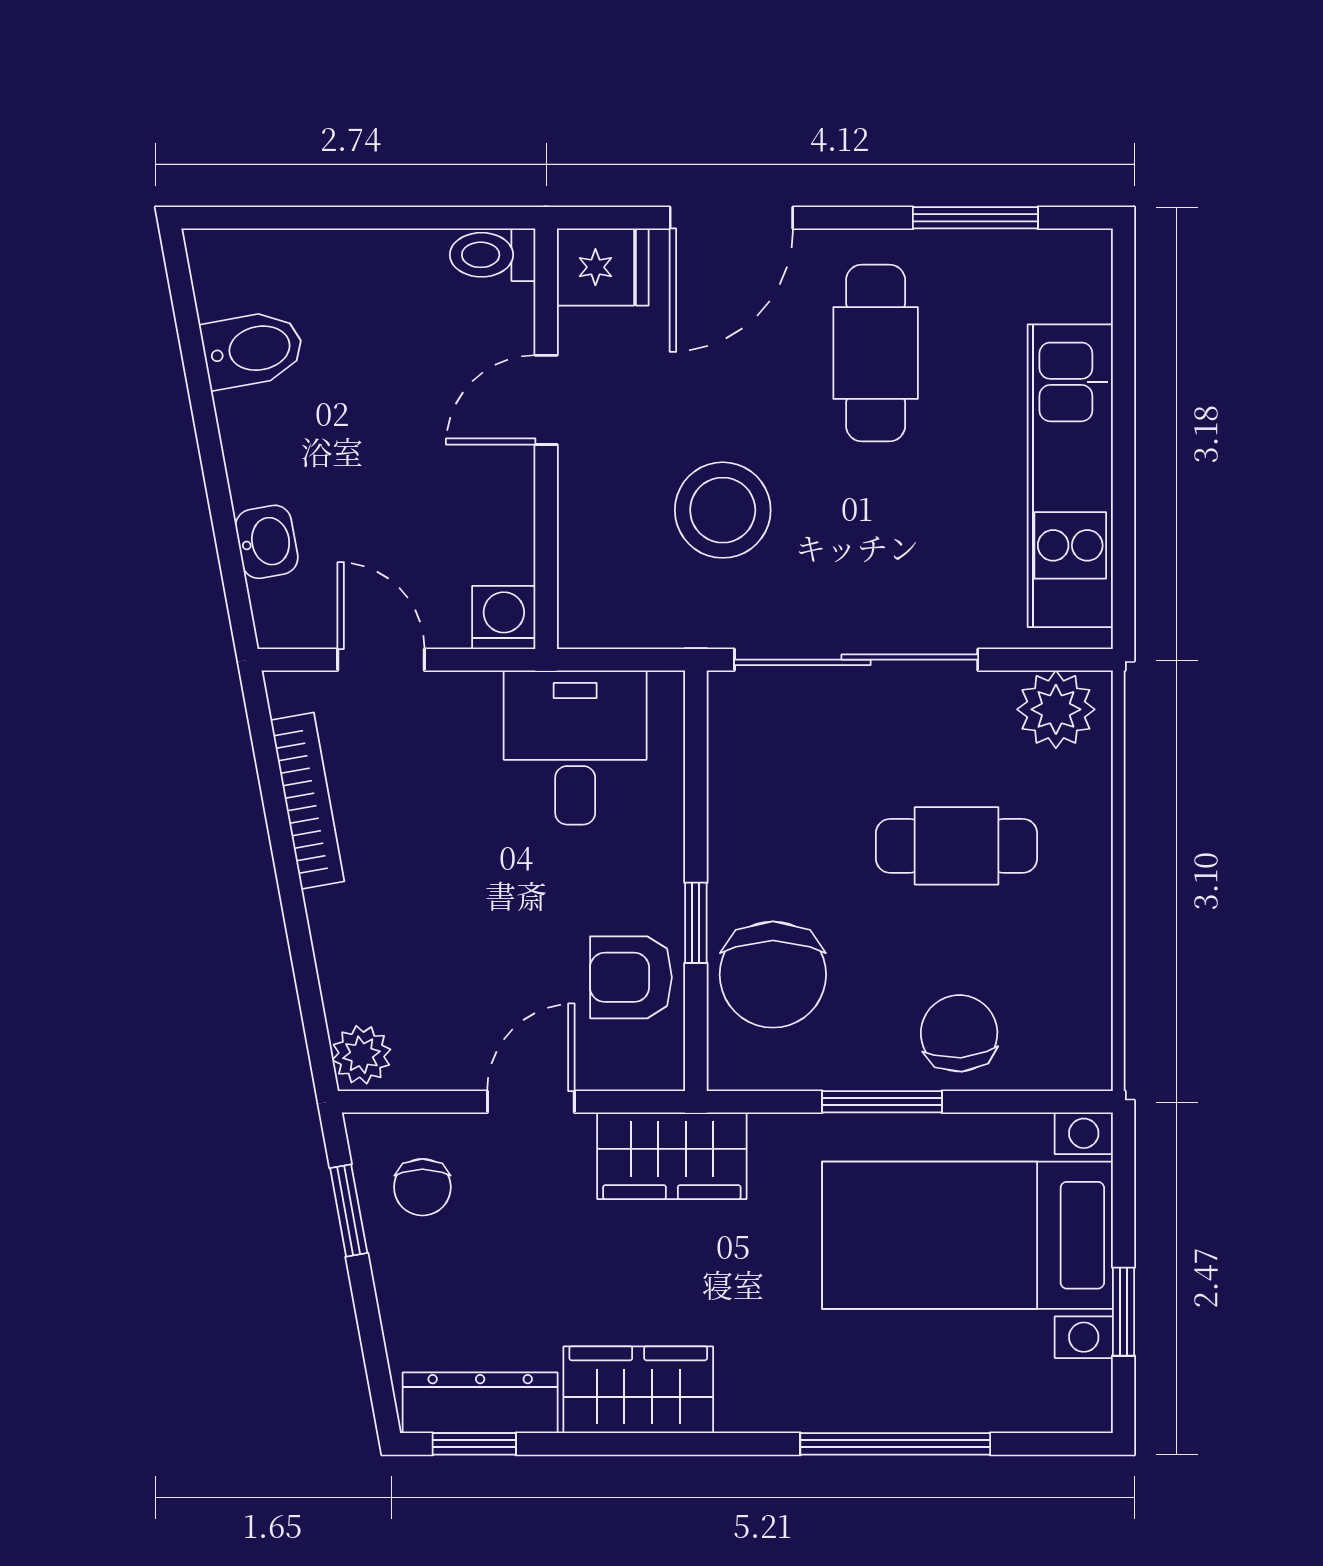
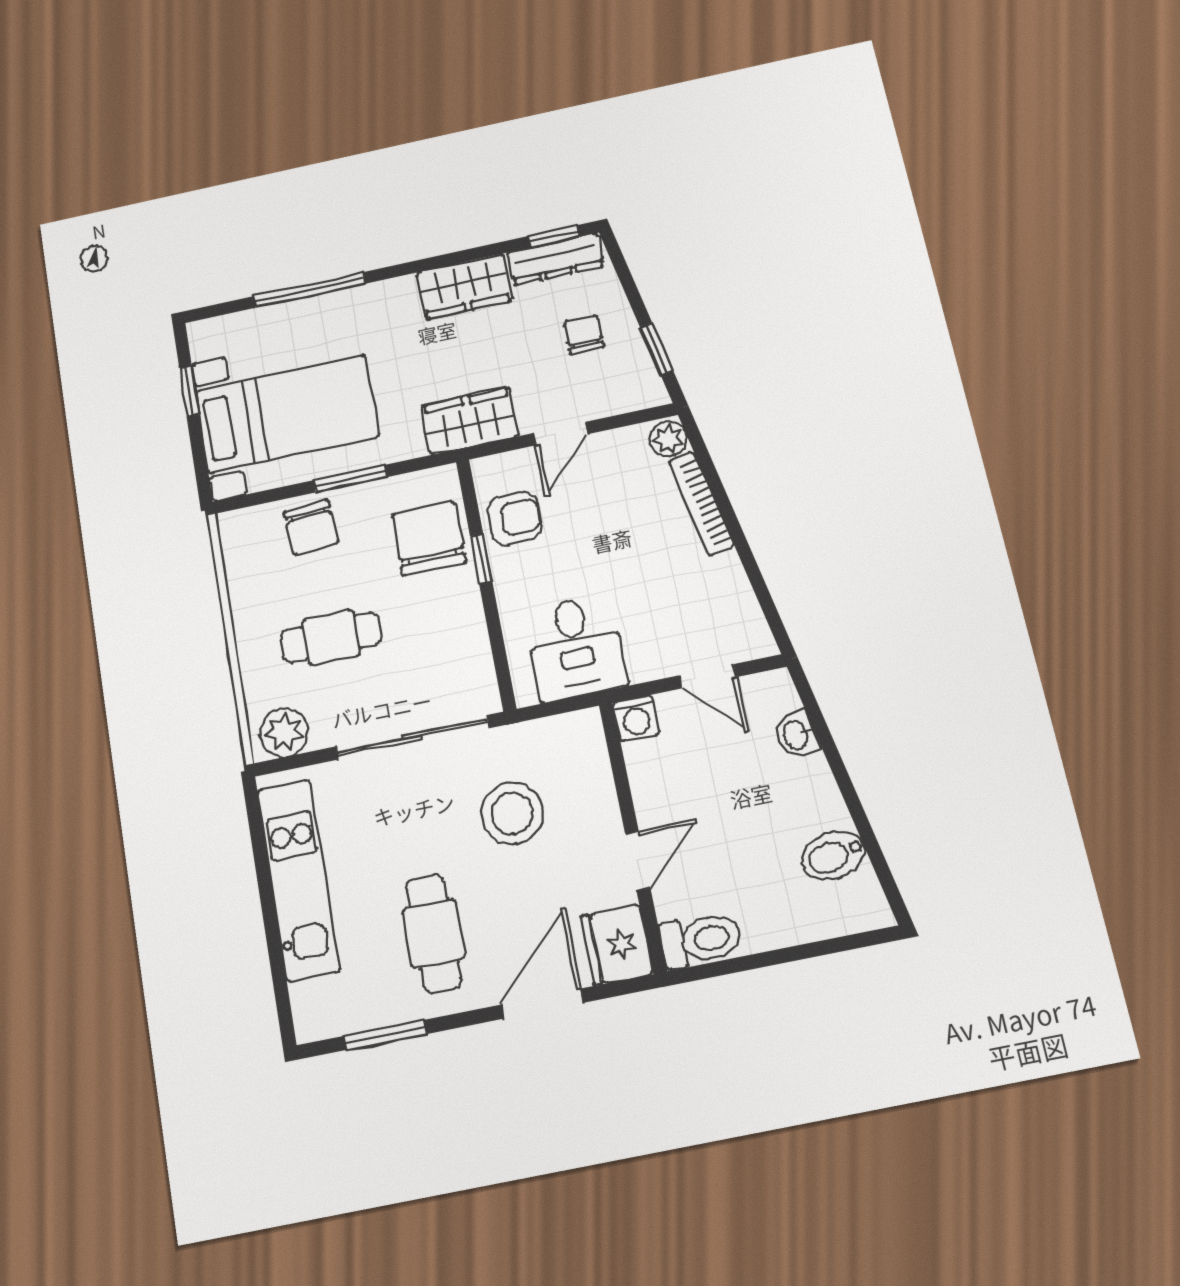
toilet: (493, 255) -> (701, 940), width x1.37, depth x1.39
fridge: (603, 267) -> (617, 945), width x1.38
bookcase: (307, 801) -> (701, 504), moved
chair: (422, 1187) -> (584, 335), moved

